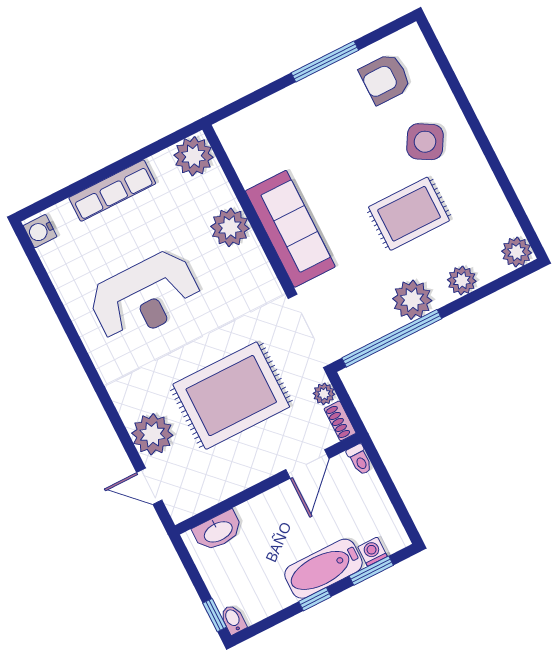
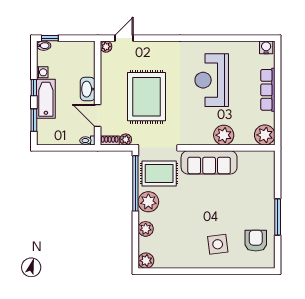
side table: (425, 142) -> (218, 244), turned -37
rug: (409, 214) -> (159, 173), moved, turned 90
plant: (152, 434) -> (106, 47), moved, width x0.53, depth x0.53
washbasin: (218, 531) -> (88, 89), moved
washing machine: (372, 552) -> (42, 72), moved

